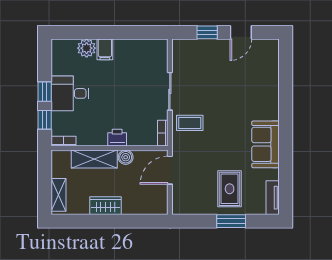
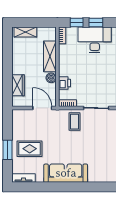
desk: (70, 93) -> (95, 40), width x1.37
printer: (117, 138) -> (64, 83), moved
sofa: (265, 144) -> (66, 173), width x1.36
wardrobe: (105, 206) -> (18, 85), moved

